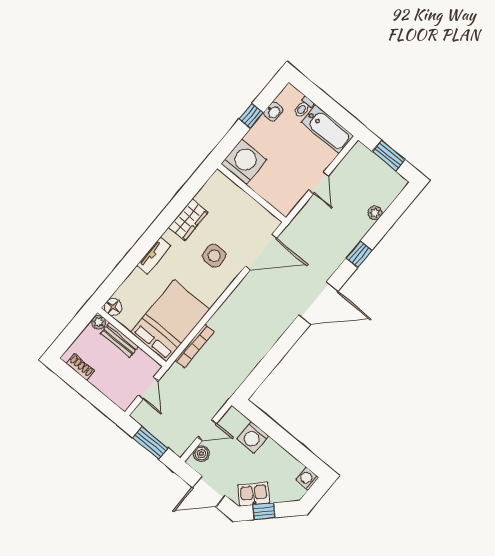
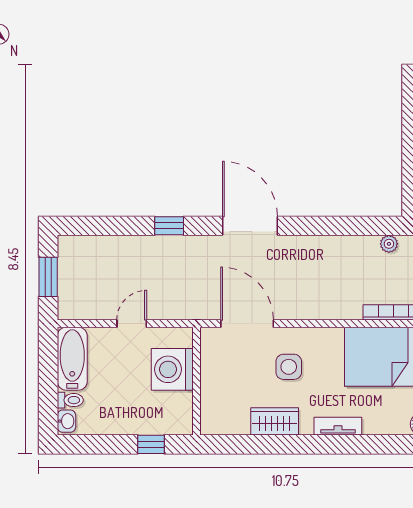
washbasin: (273, 112) -> (66, 421), moved, turned 90
window: (251, 116) -> (151, 444), moved
washing machine: (244, 162) -> (172, 369), moved
plant: (375, 213) -> (389, 244), moved

